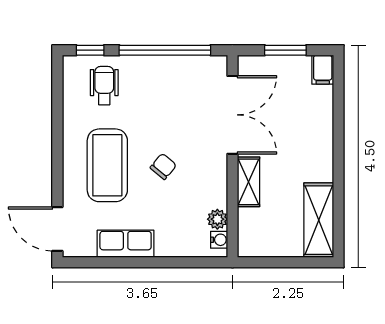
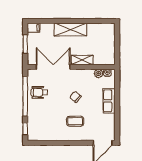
wheelchair: (104, 86) -> (39, 92), moved
coffee table: (107, 165) -> (75, 121), width x0.54, depth x0.58
shelving: (319, 220) -> (70, 30), moved
row of seats: (126, 244) -> (109, 101), moved

